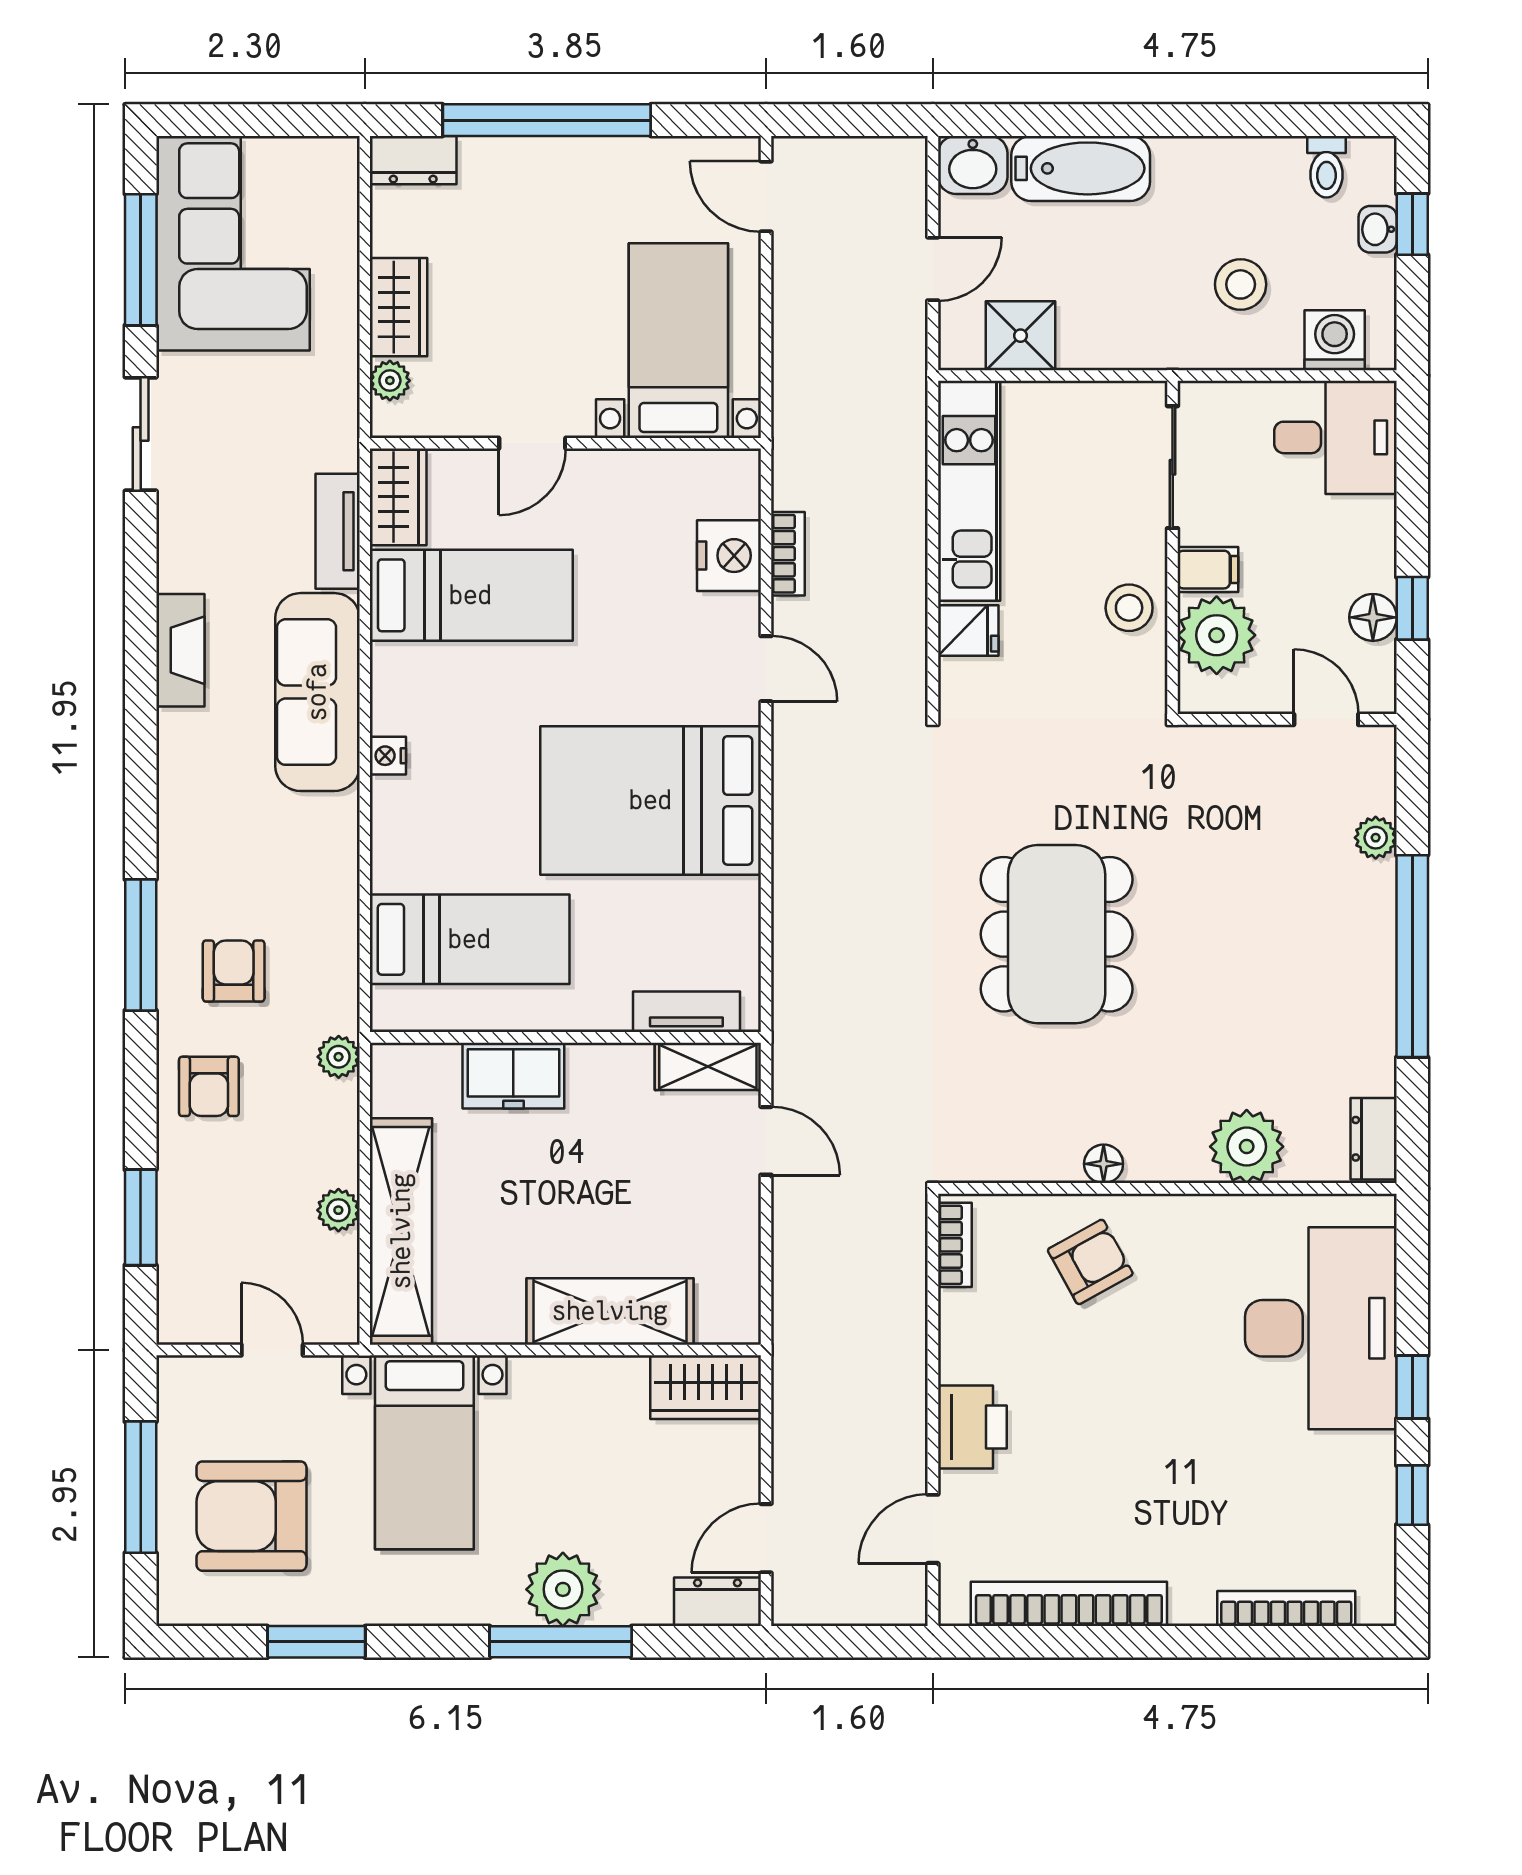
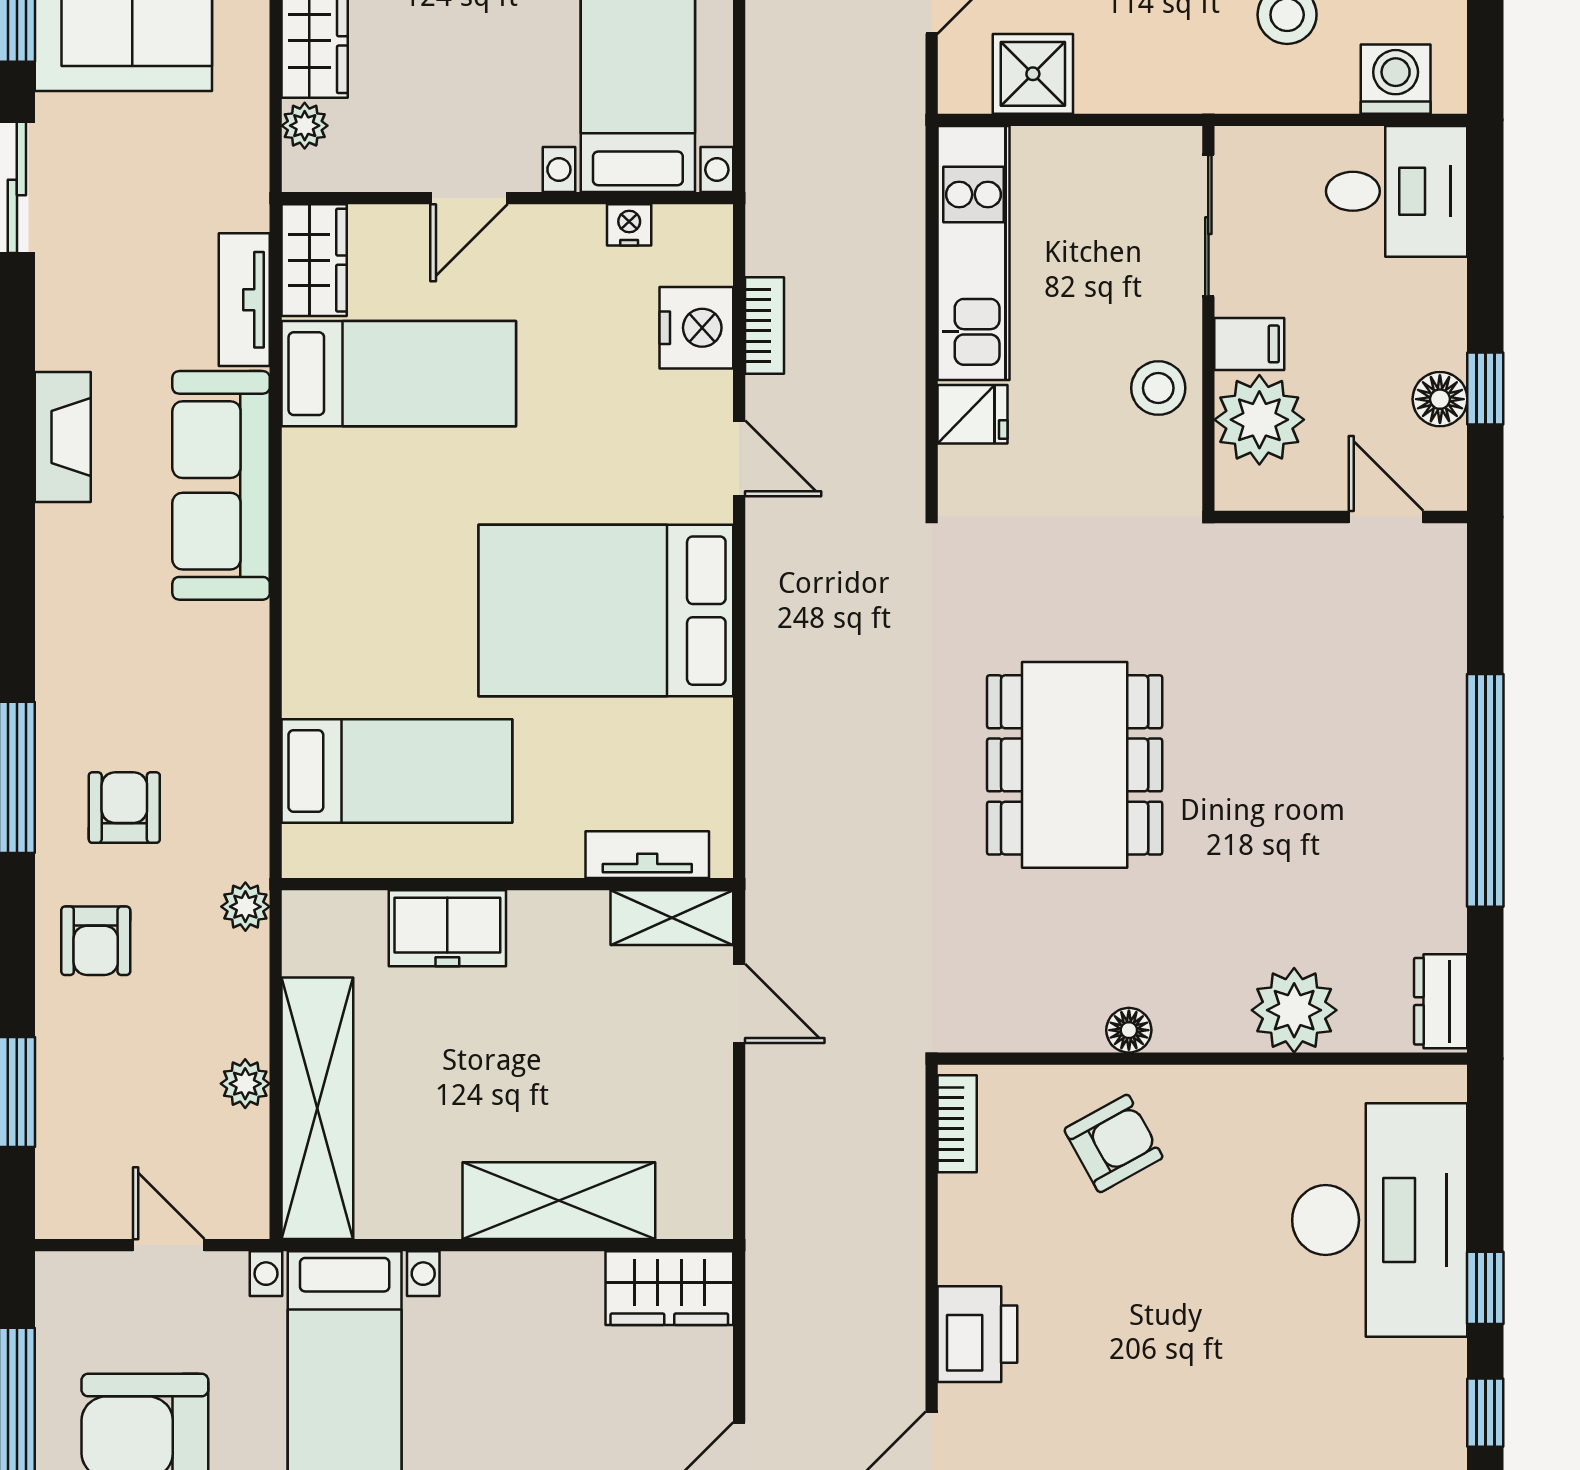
nightstand: (388, 756) -> (629, 225), moved, turned 90
plant: (1376, 838) -> (1443, 654), removed

